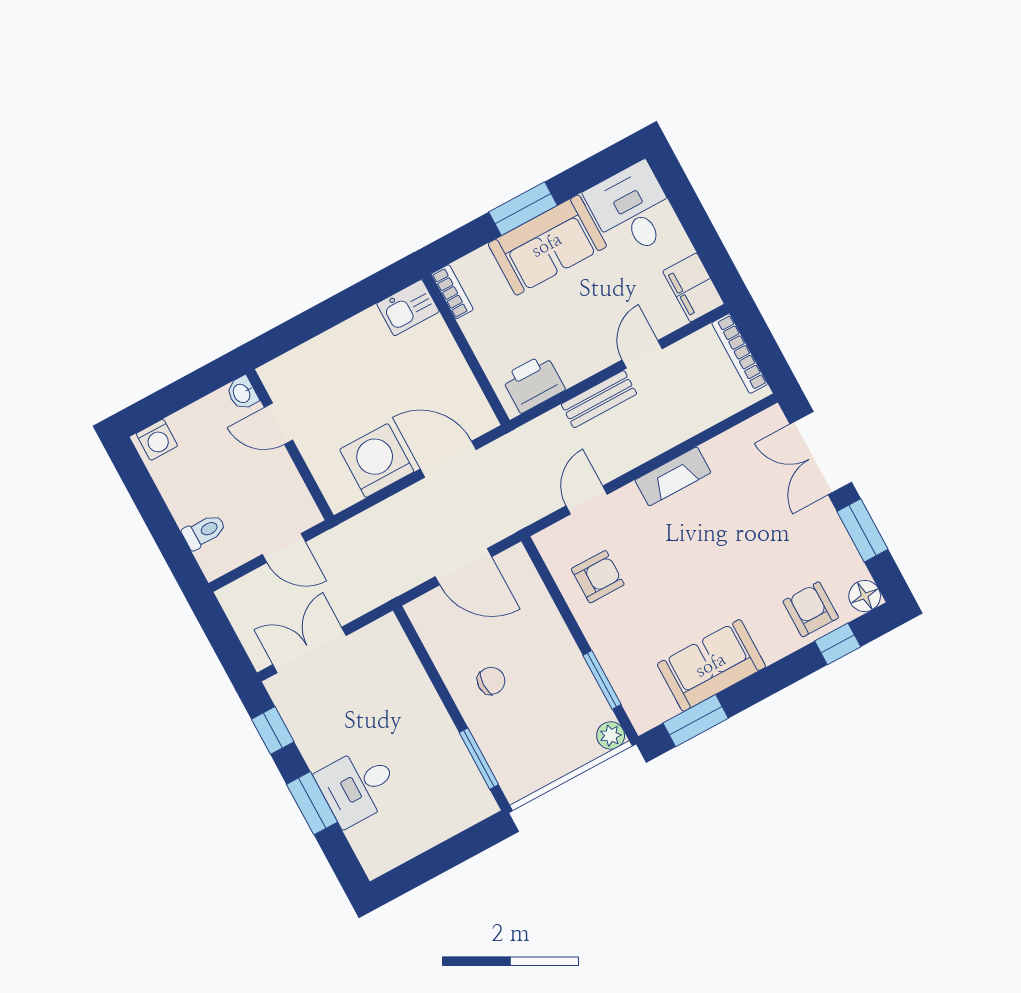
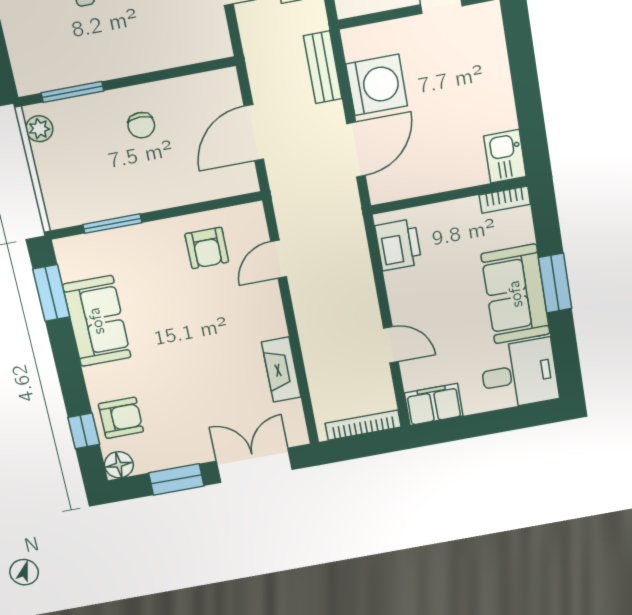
bench: (599, 399) -> (323, 67), moved
fireplace: (673, 476) -> (281, 370), moved
door: (587, 500) -> (279, 259), swing flipped
plant: (611, 735) -> (39, 129), moved

